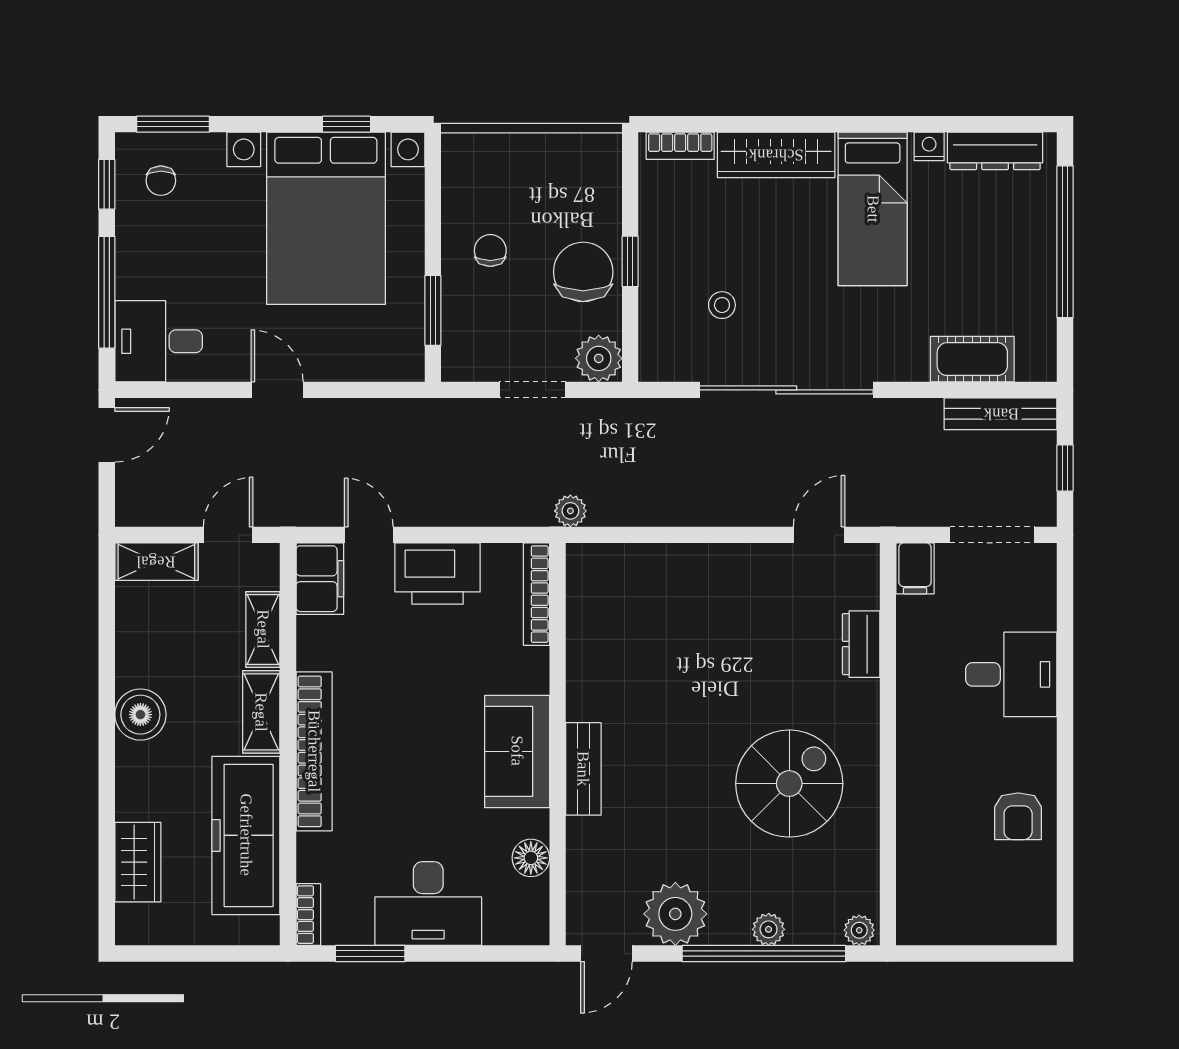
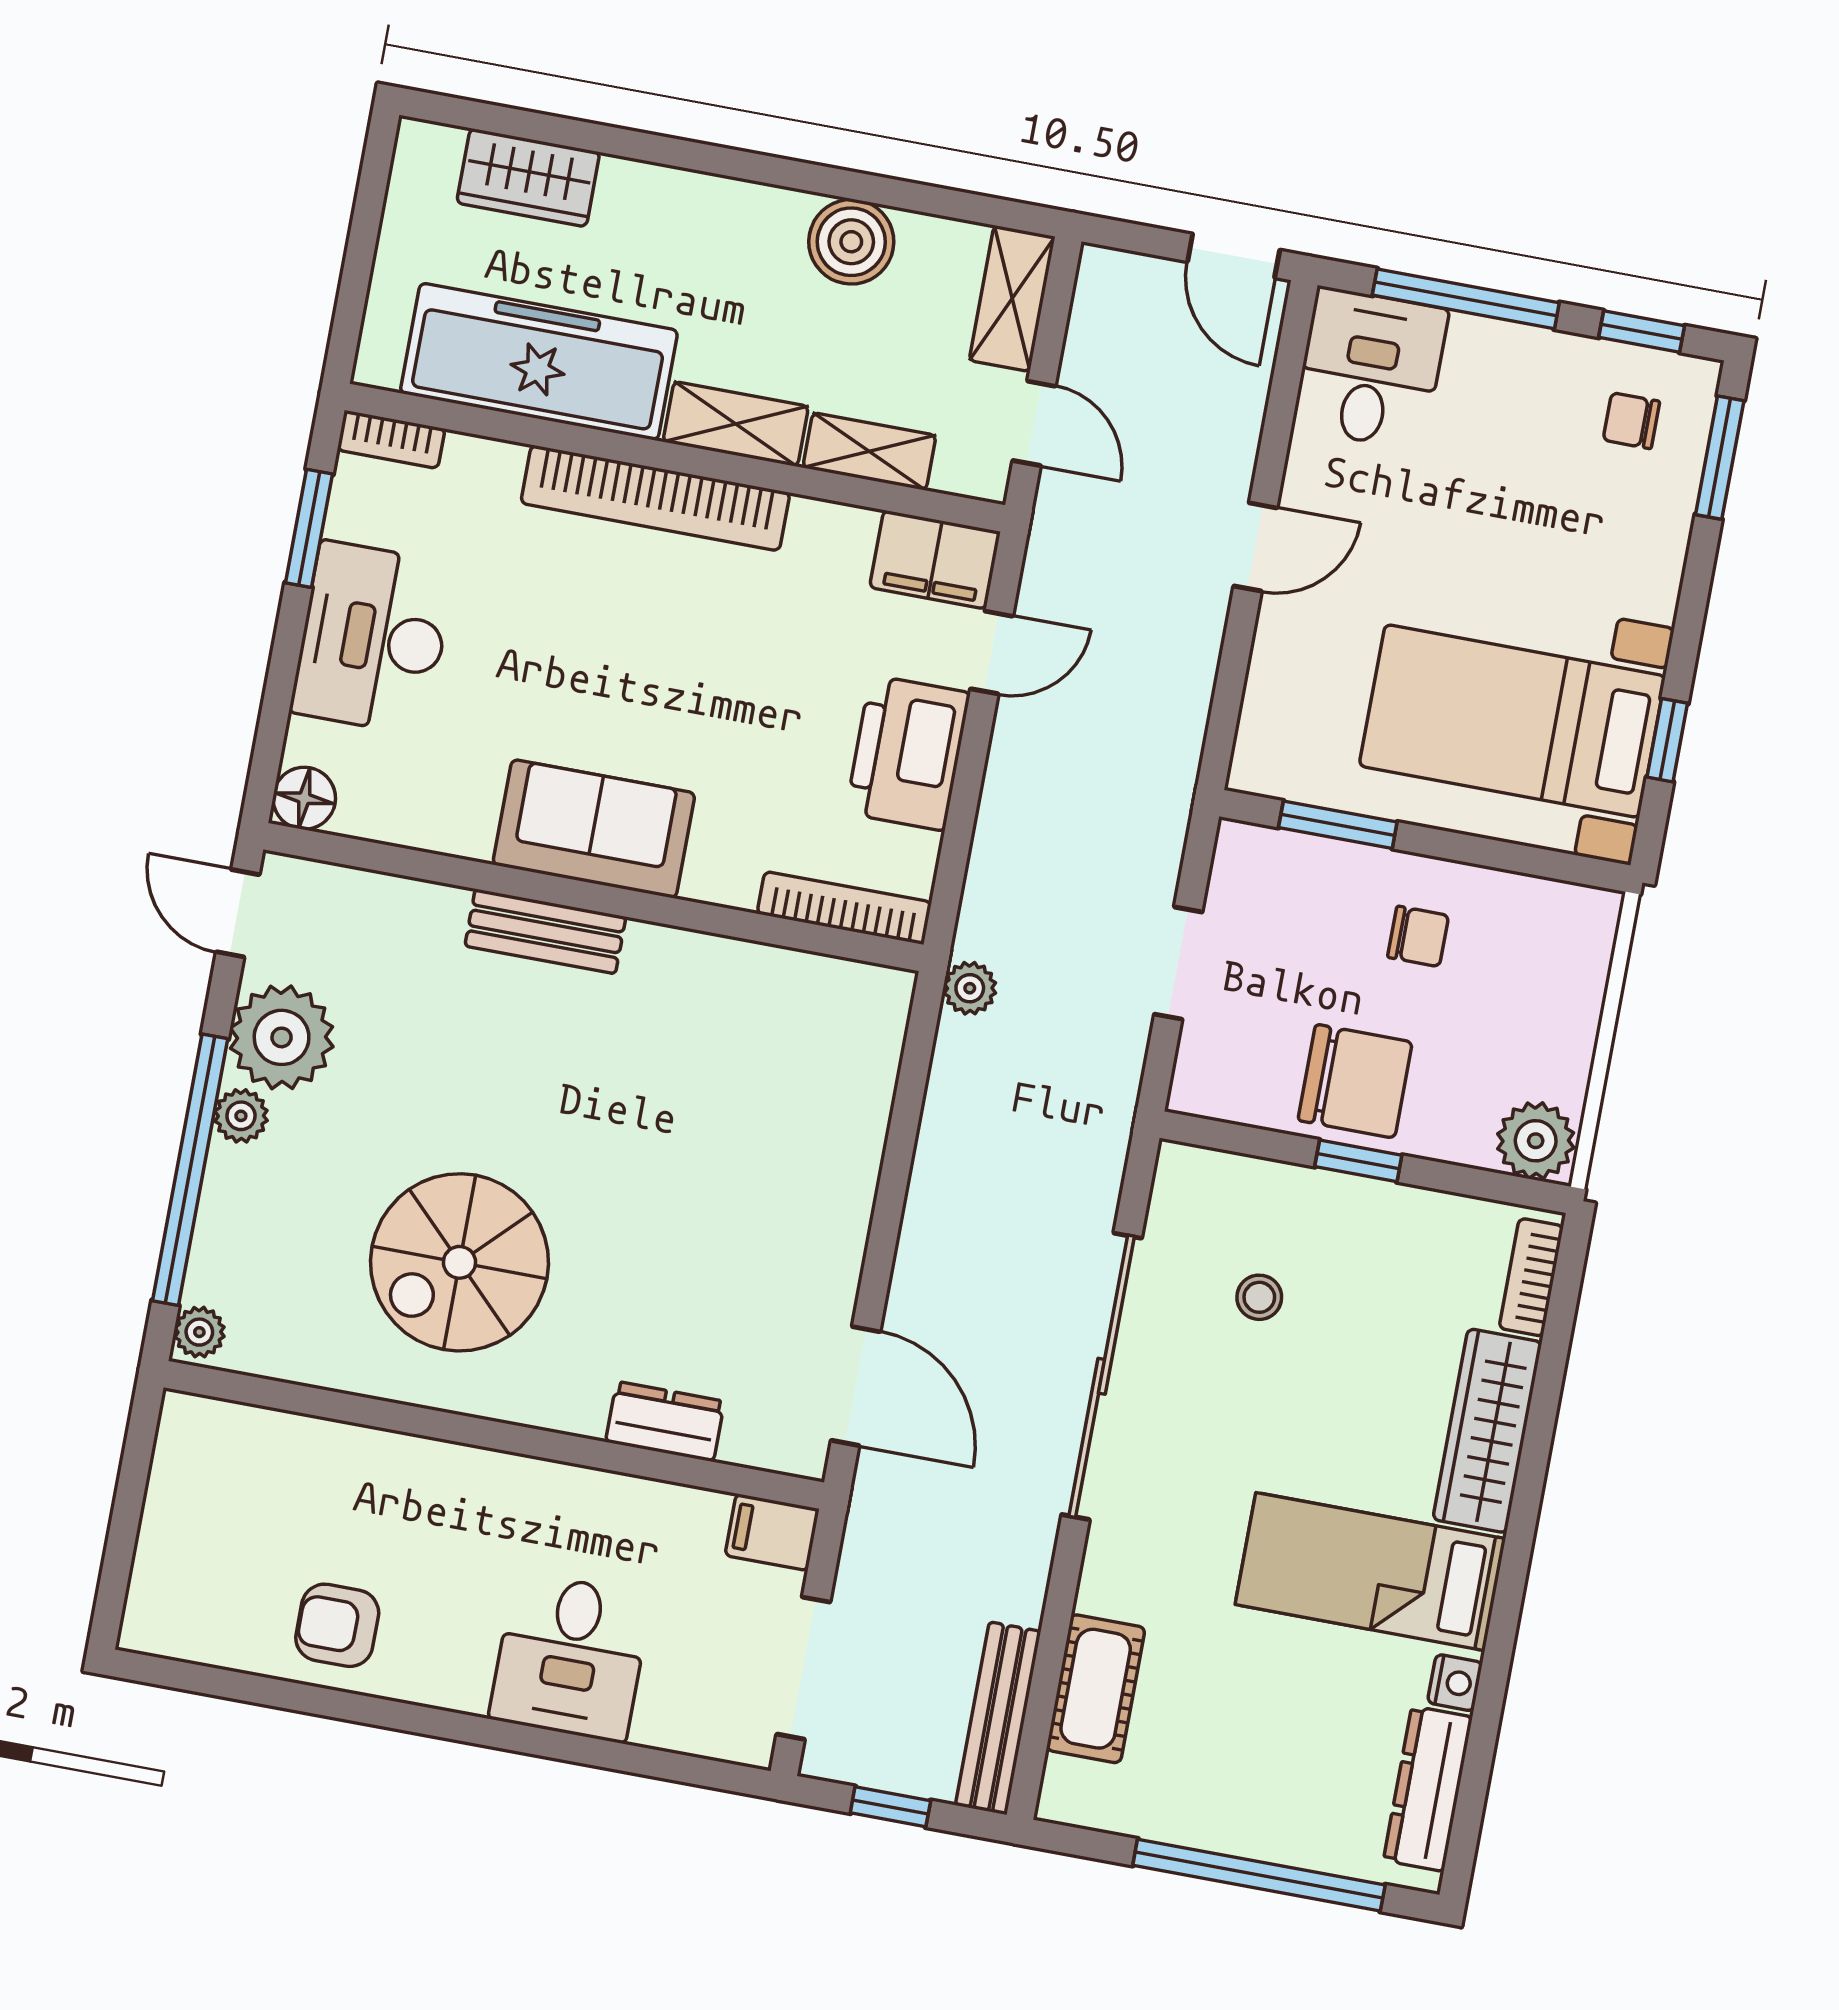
bed with nightstands: (326, 218) -> (1512, 721), width x0.73
plant: (599, 358) -> (1536, 1141), moved
door: (819, 535) -> (856, 1386), width x1.38
boiler: (140, 715) -> (851, 242), moved
spiral stairs: (789, 784) -> (460, 1262), turned 90
floor lamp: (531, 858) -> (304, 798), moved
plant: (769, 929) -> (241, 1116), moved

